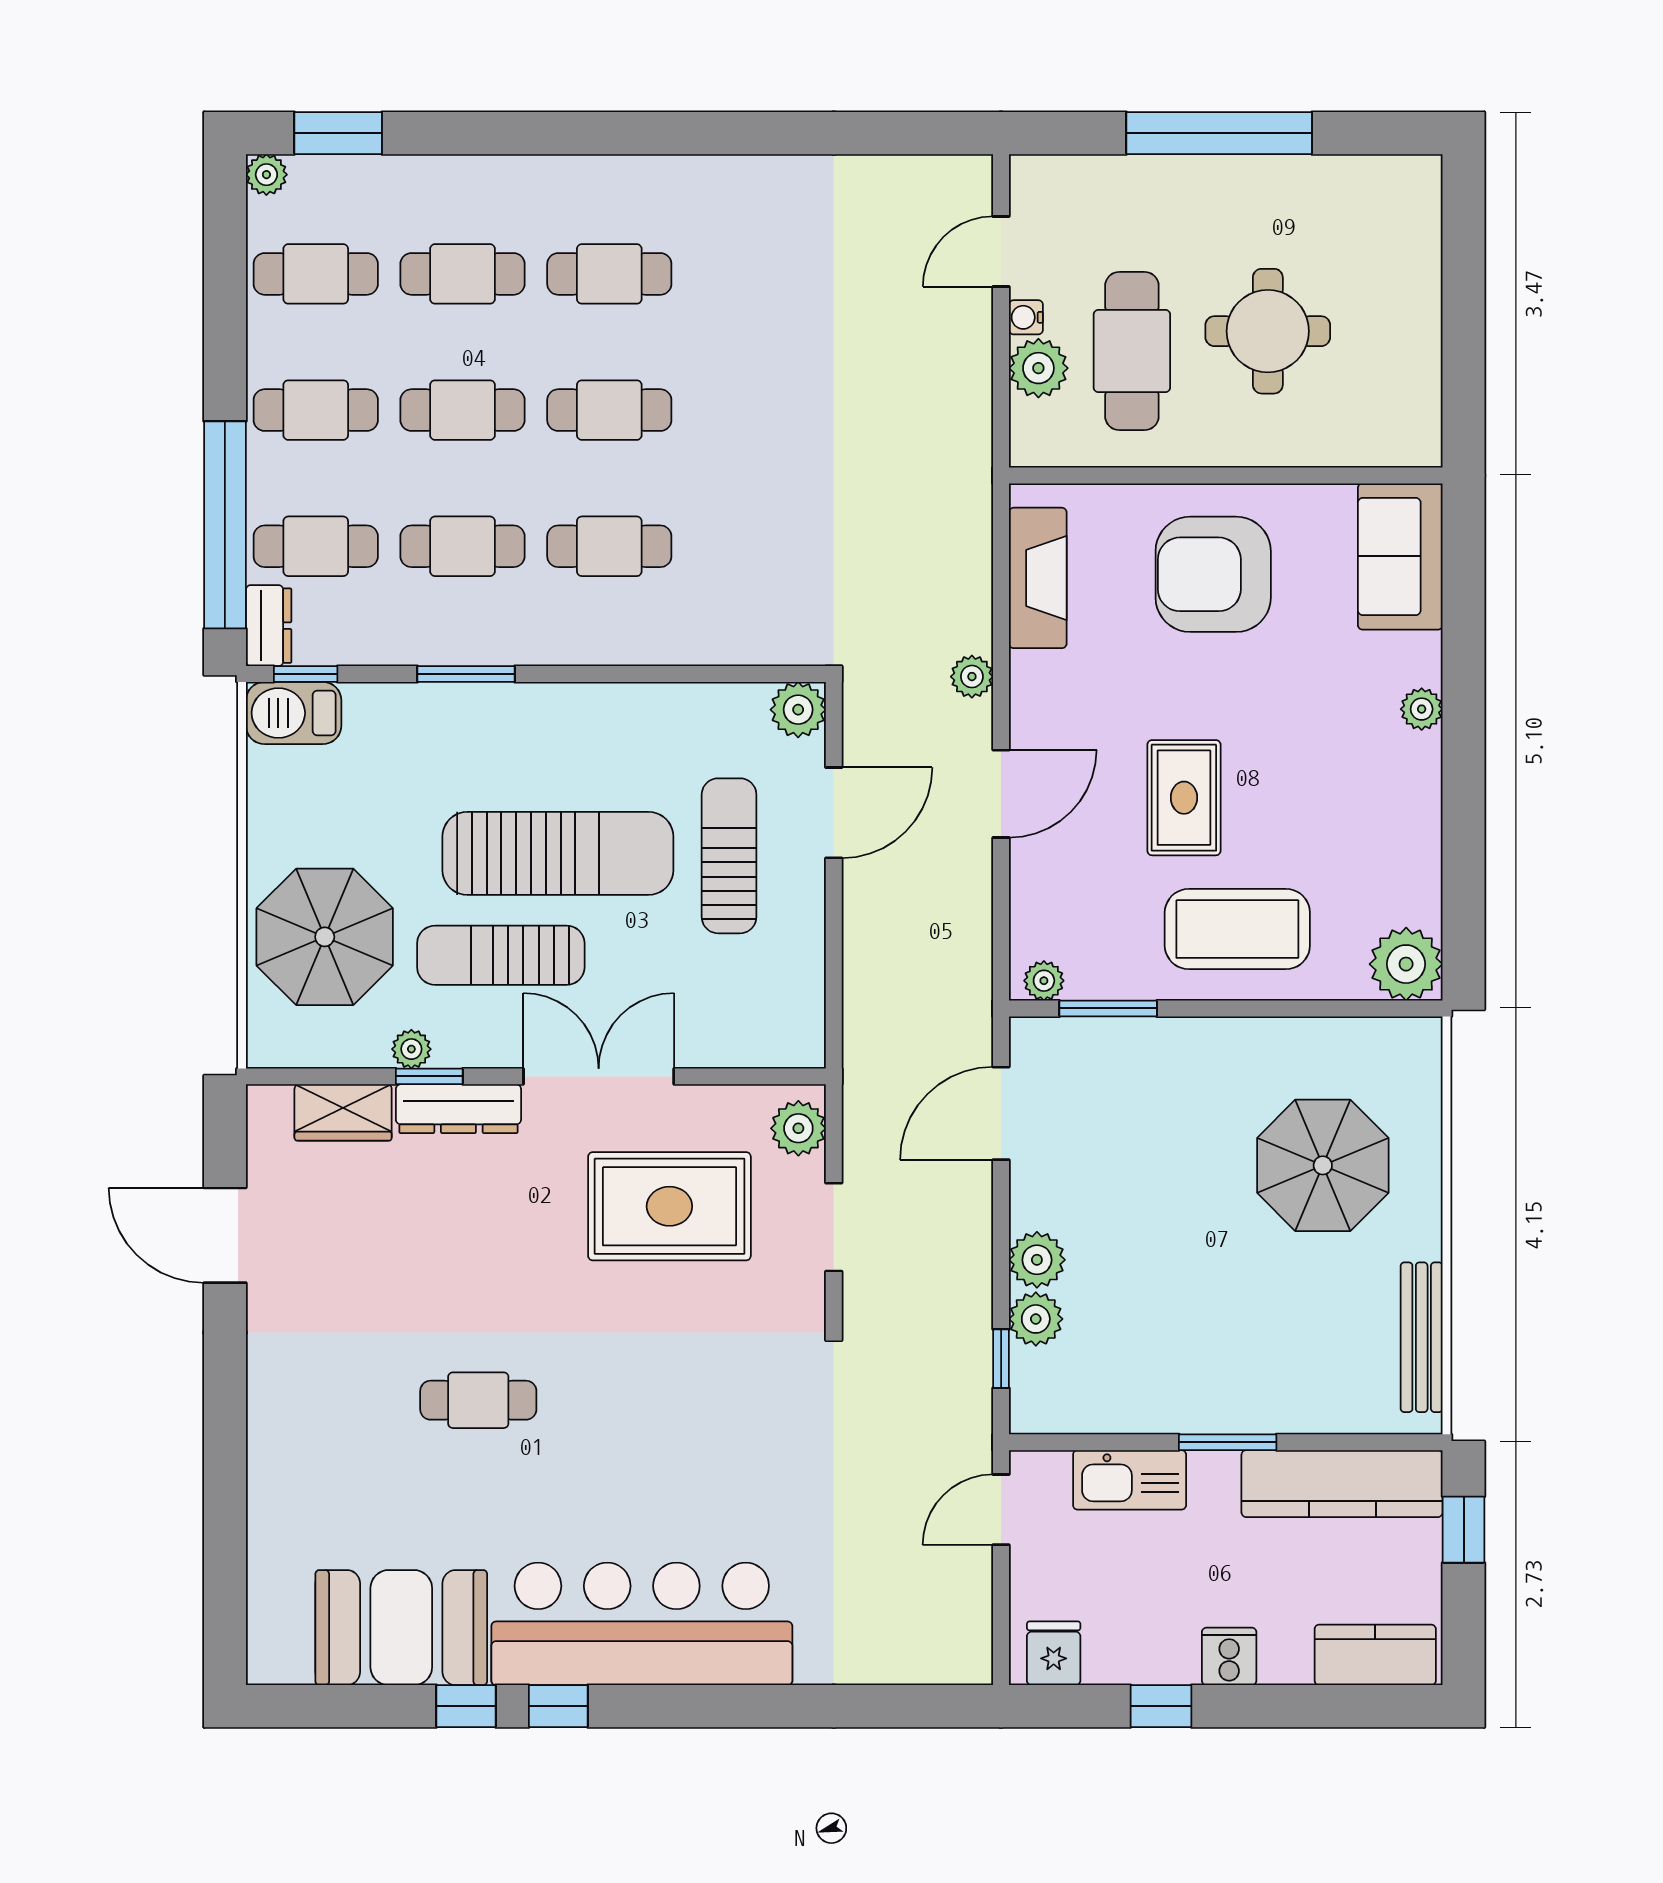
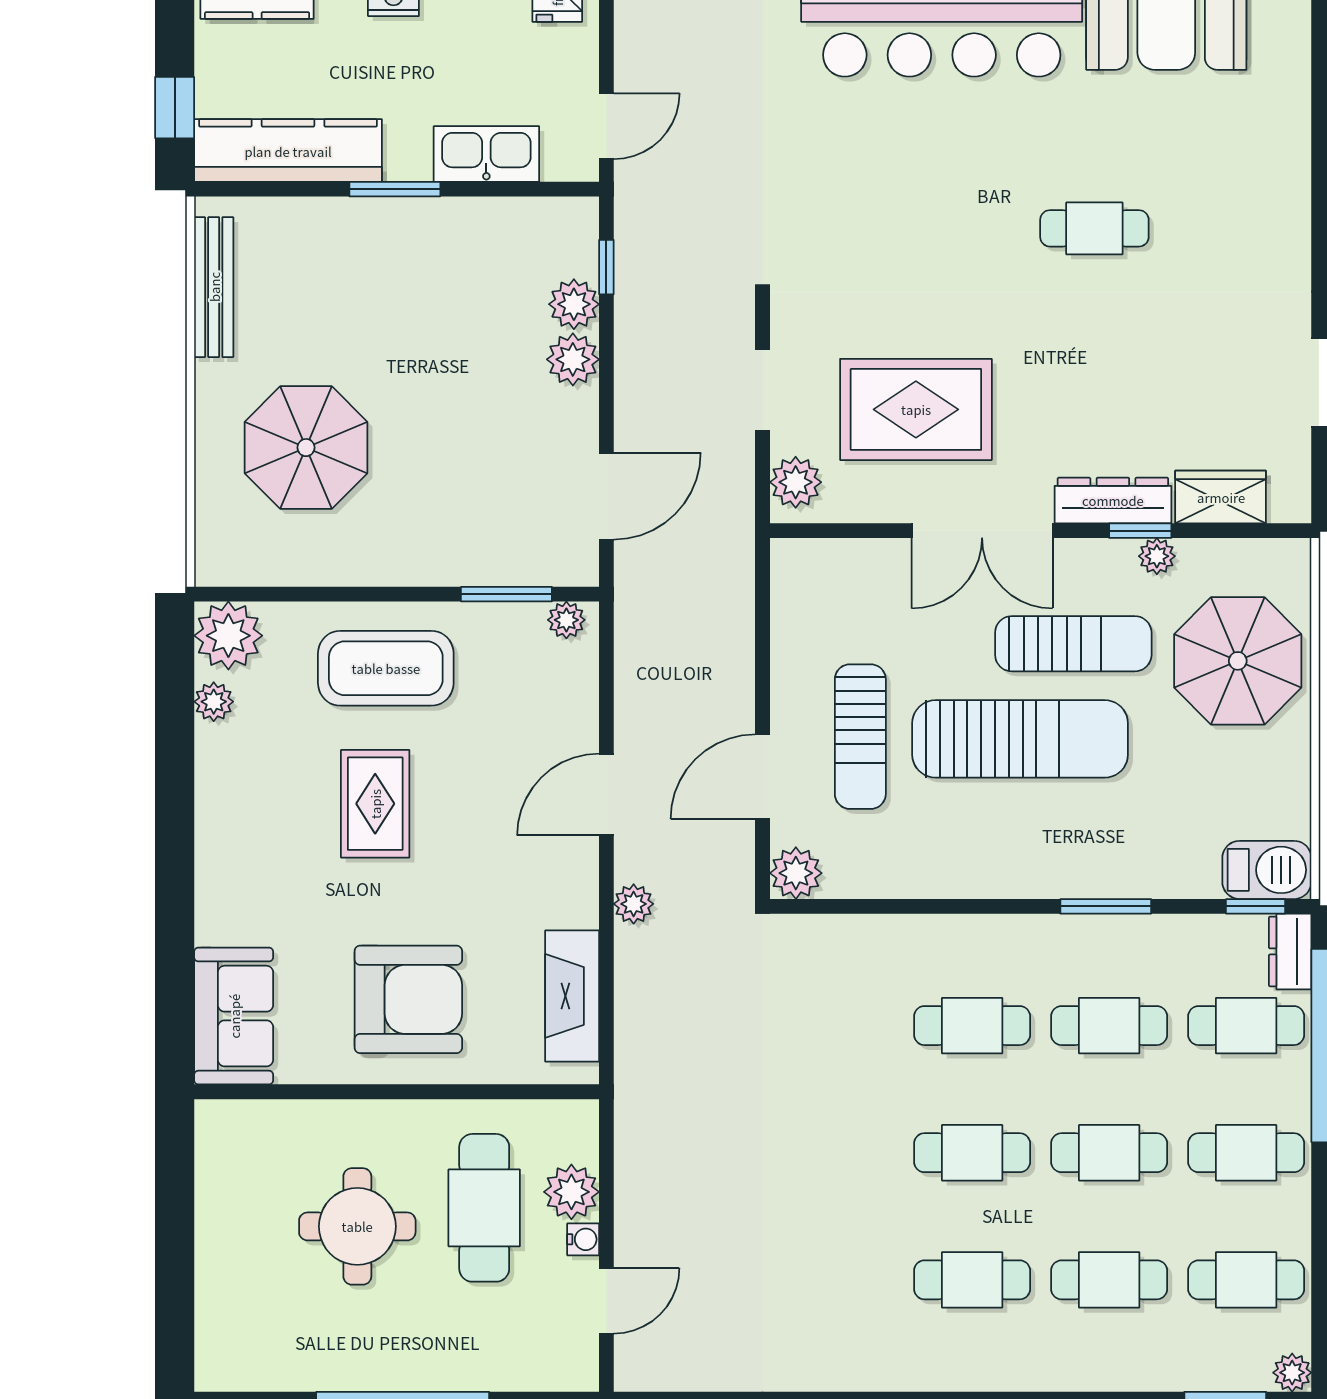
plant: (1422, 709) -> (214, 702), moved
rug: (1184, 798) -> (375, 804), moved
sun lounger: (558, 853) -> (1020, 739), turned 180

